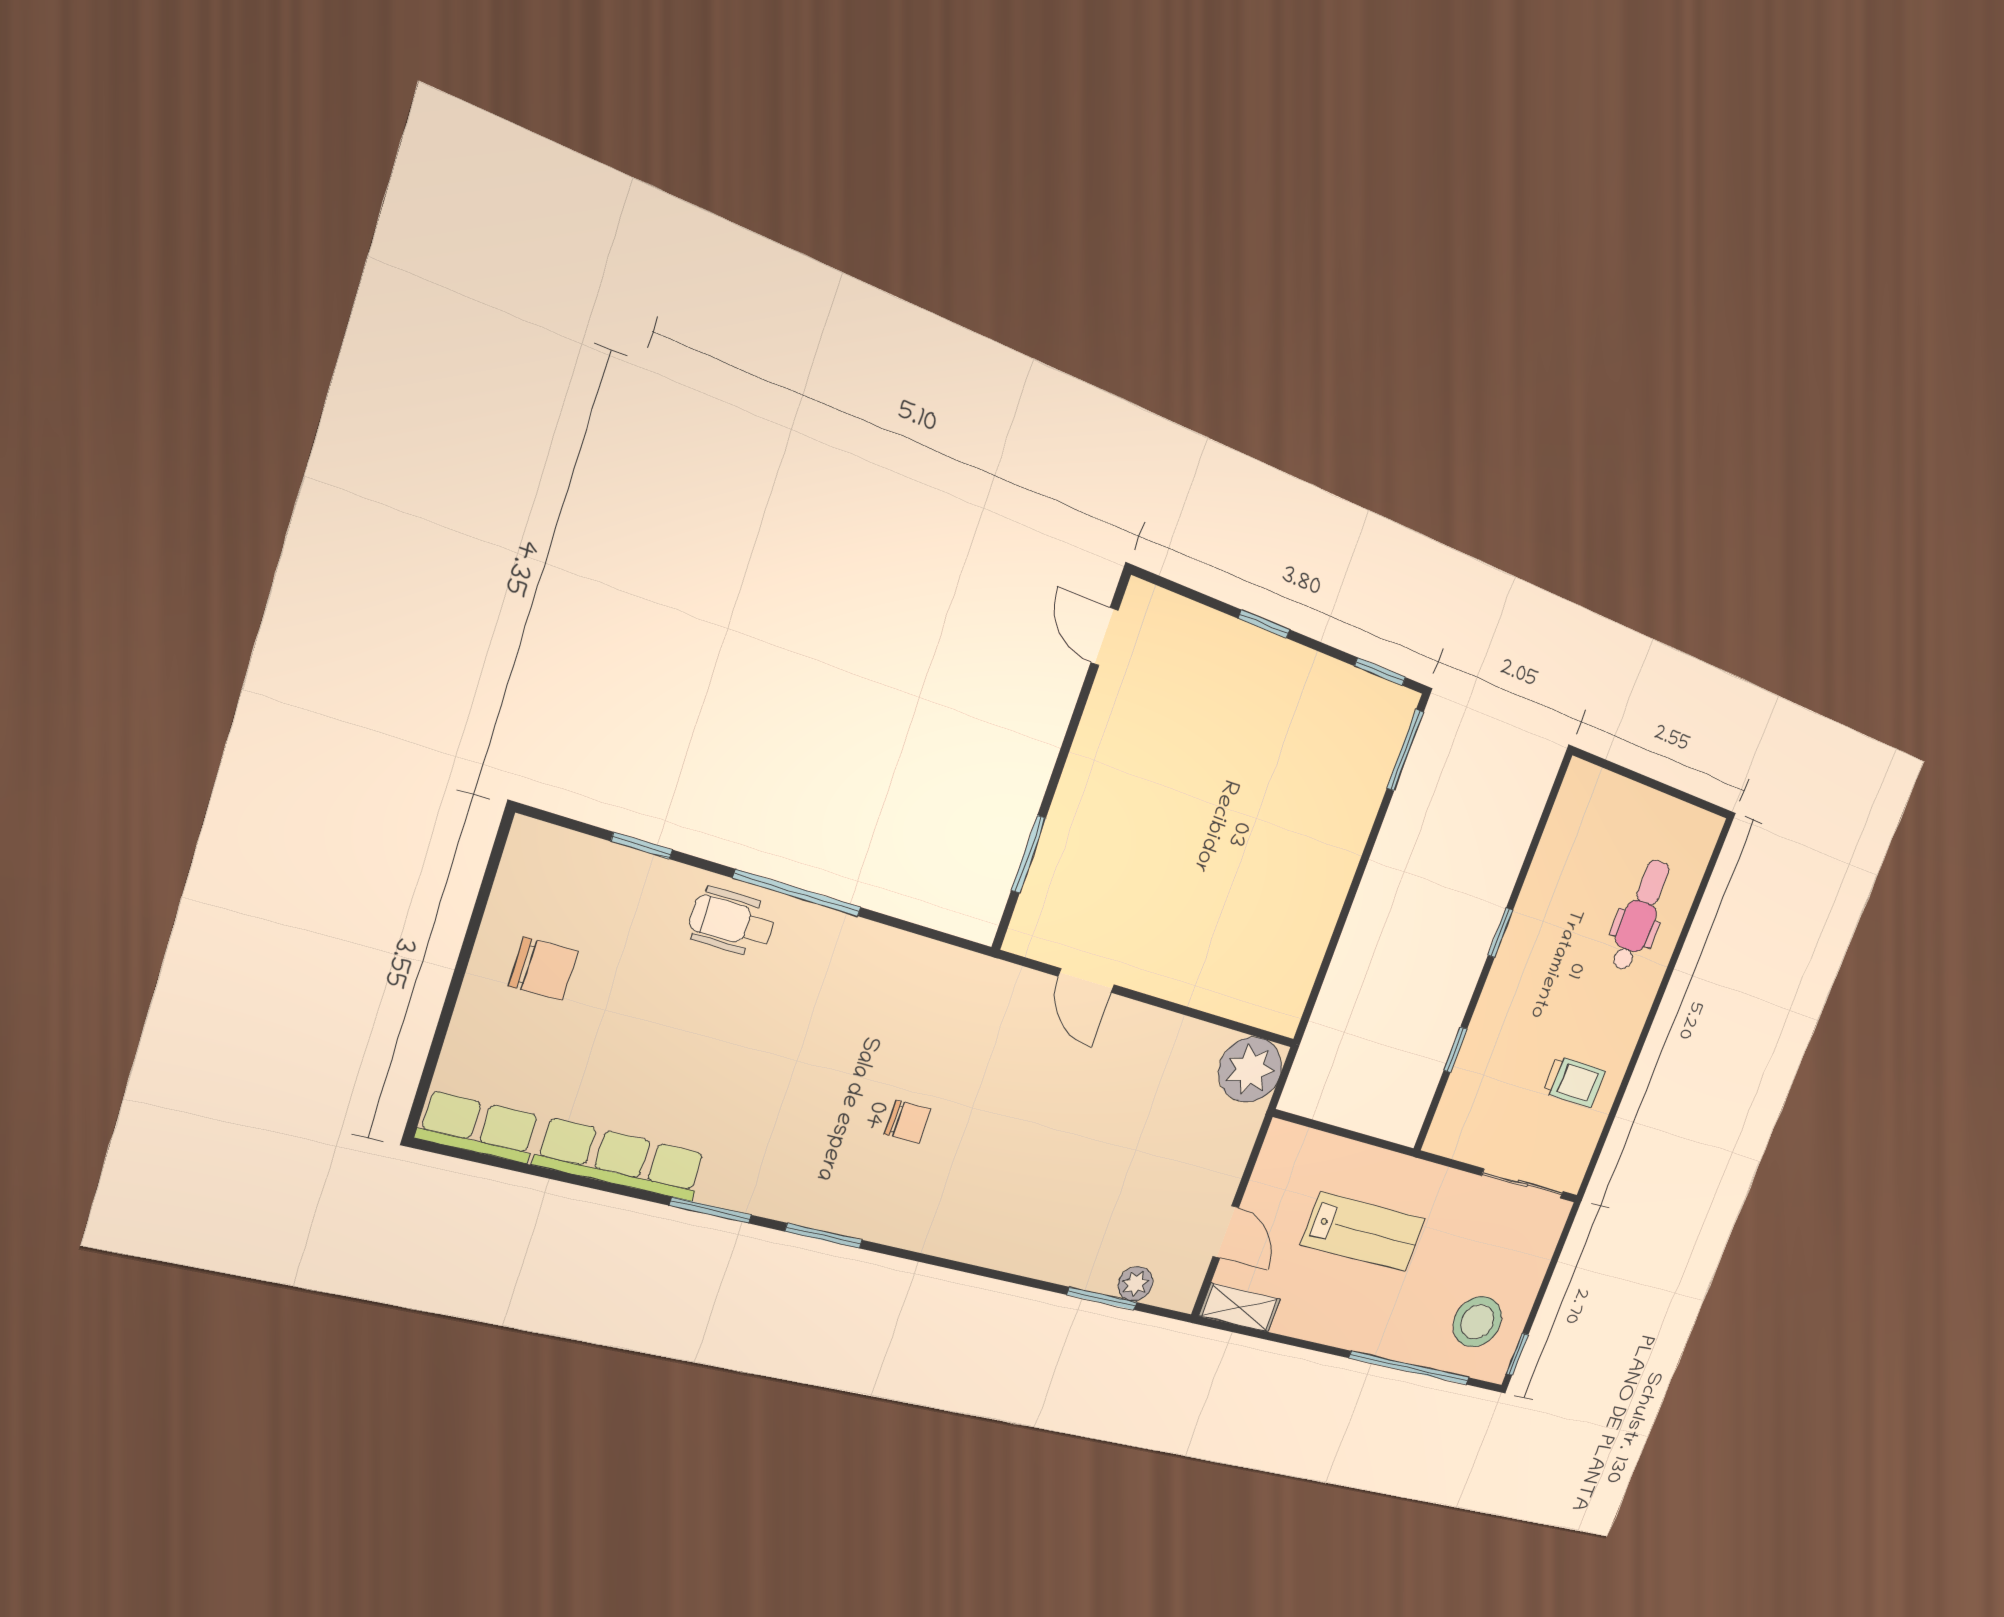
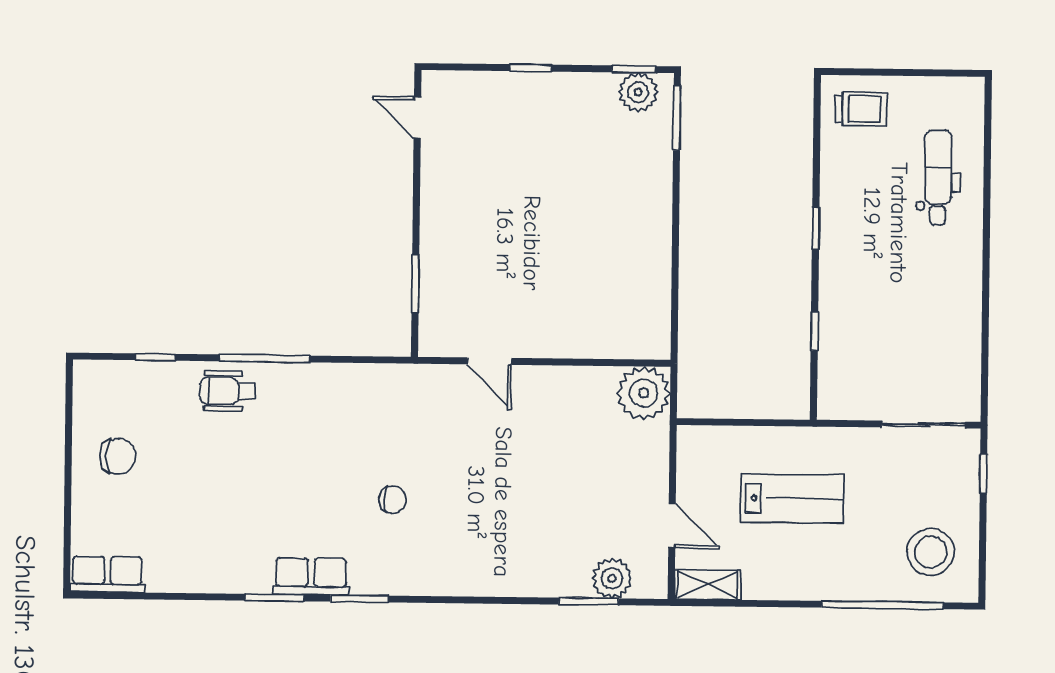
plant: (1375, 702) -> (638, 92), added
trolley: (1574, 1082) -> (861, 109), moved
row of seats: (621, 1159) -> (311, 576), moved, width x0.68
plant: (1135, 1284) -> (612, 578), width x1.38, depth x1.38
window: (1517, 1354) -> (983, 474), moved

